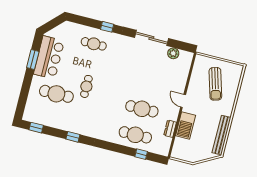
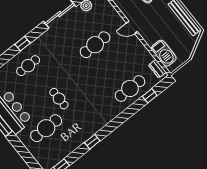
cafe table: (142, 109) -> (95, 45), moved
barbecue: (186, 125) -> (164, 53), moved
dresser: (170, 129) -> (157, 69), moved

